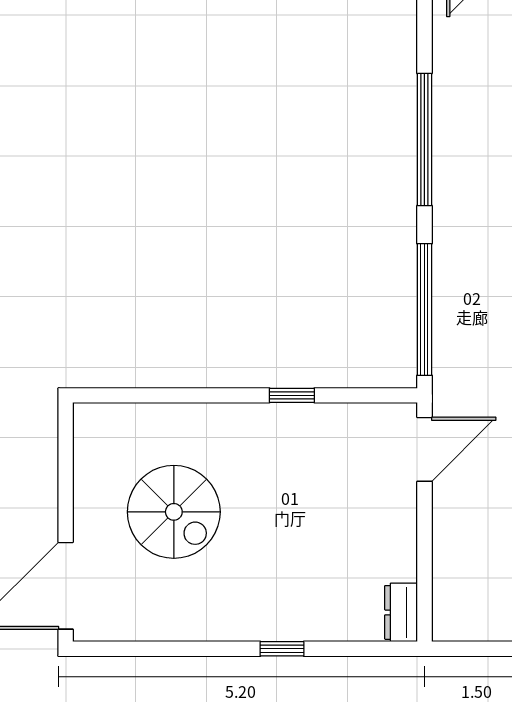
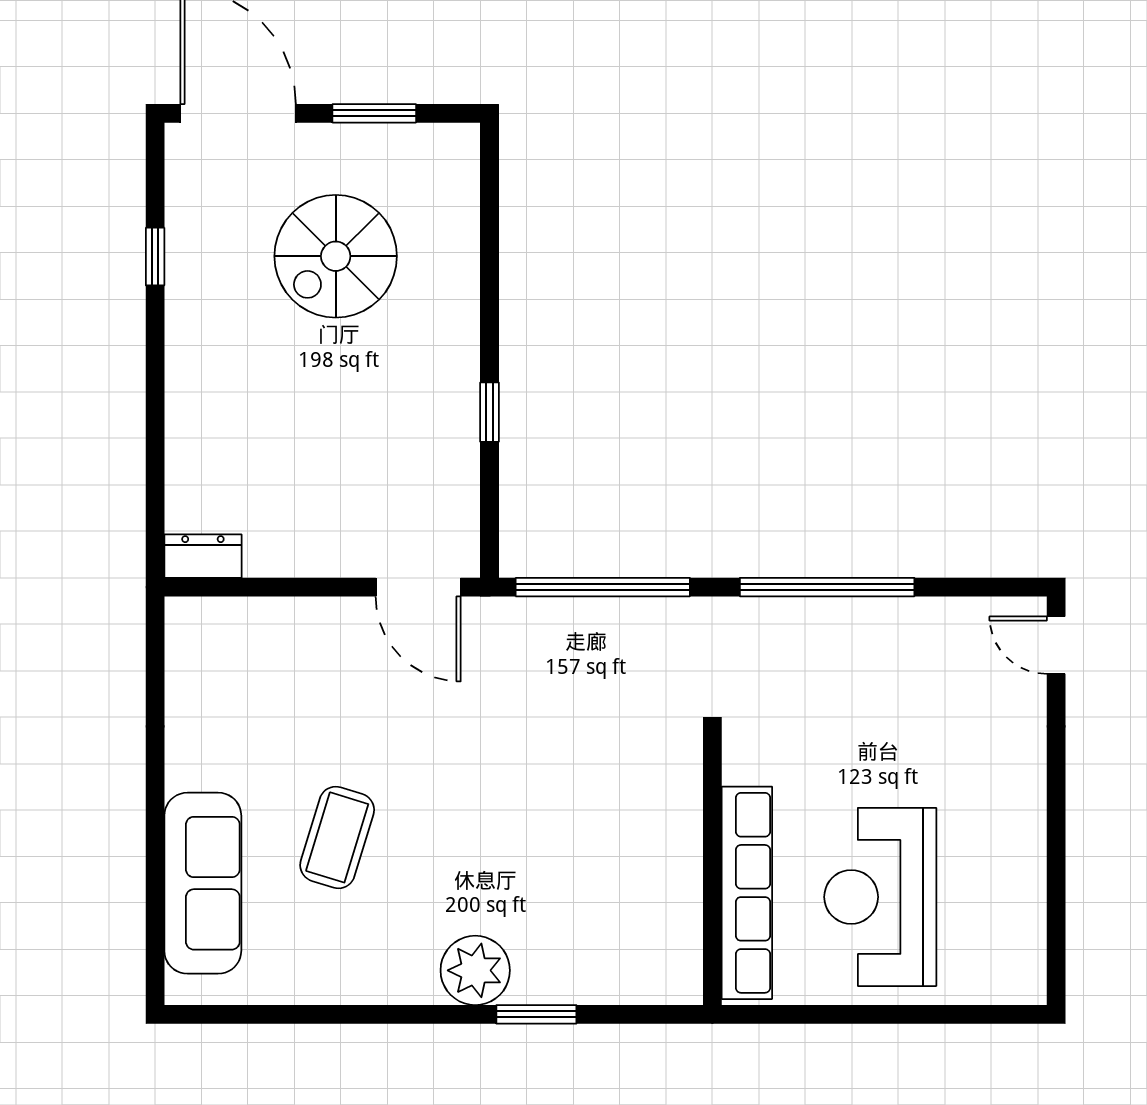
window: (66, 483) -> (374, 113), added
window: (282, 649) -> (155, 257), moved

